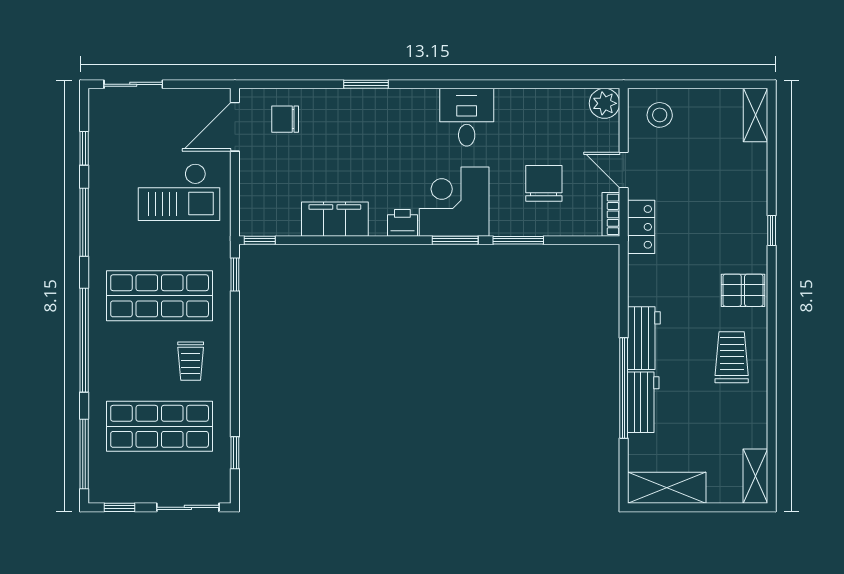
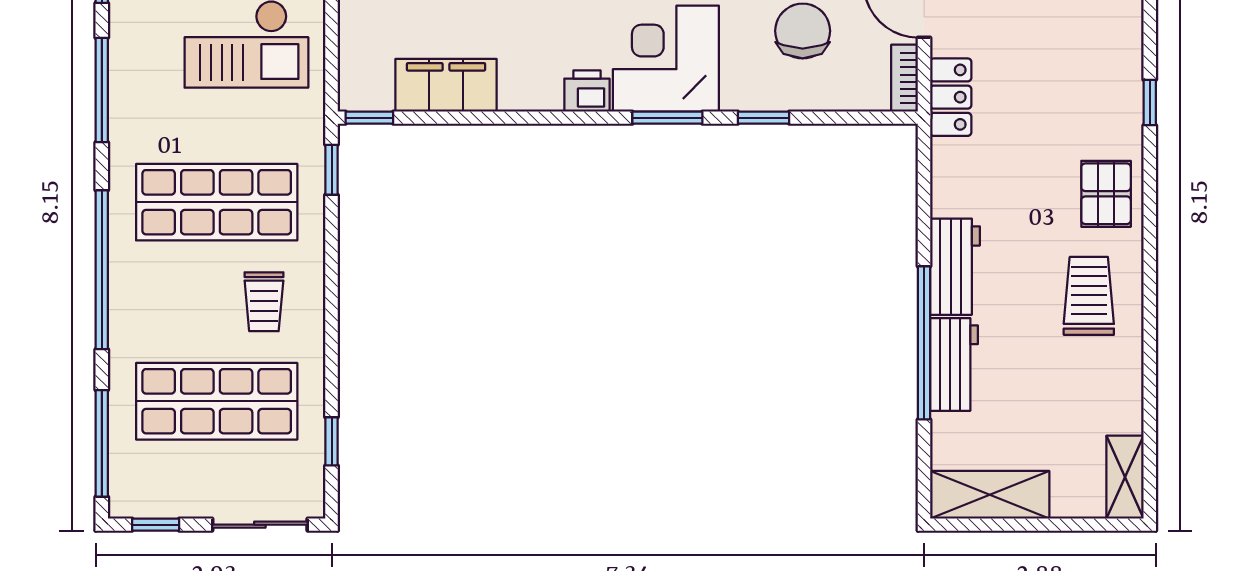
filing cabinet: (335, 219) -> (446, 85), moved
window: (518, 240) -> (764, 118), width x0.67
pallet: (743, 290) -> (1106, 194), turned 90

